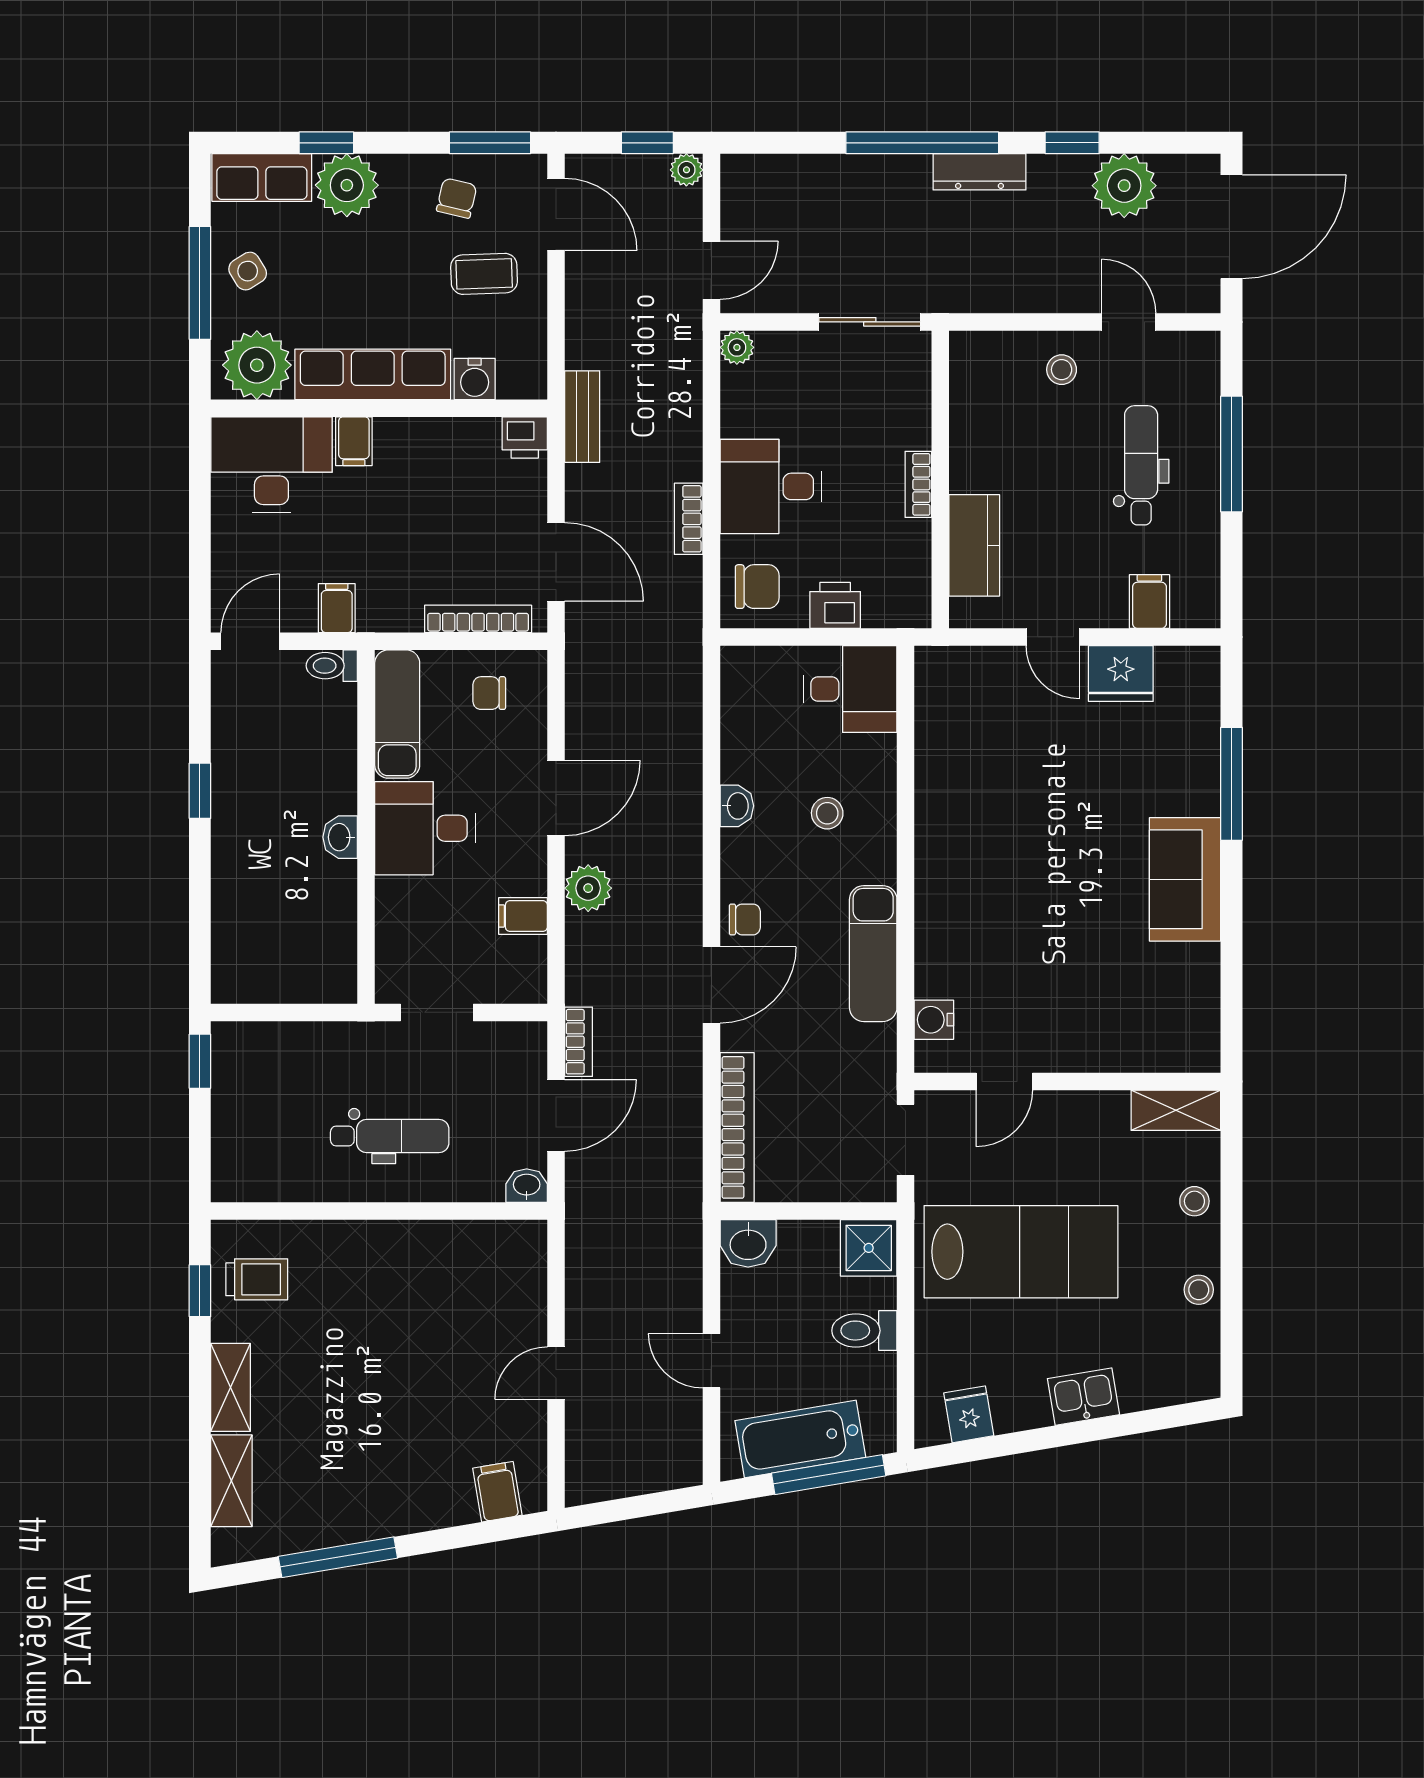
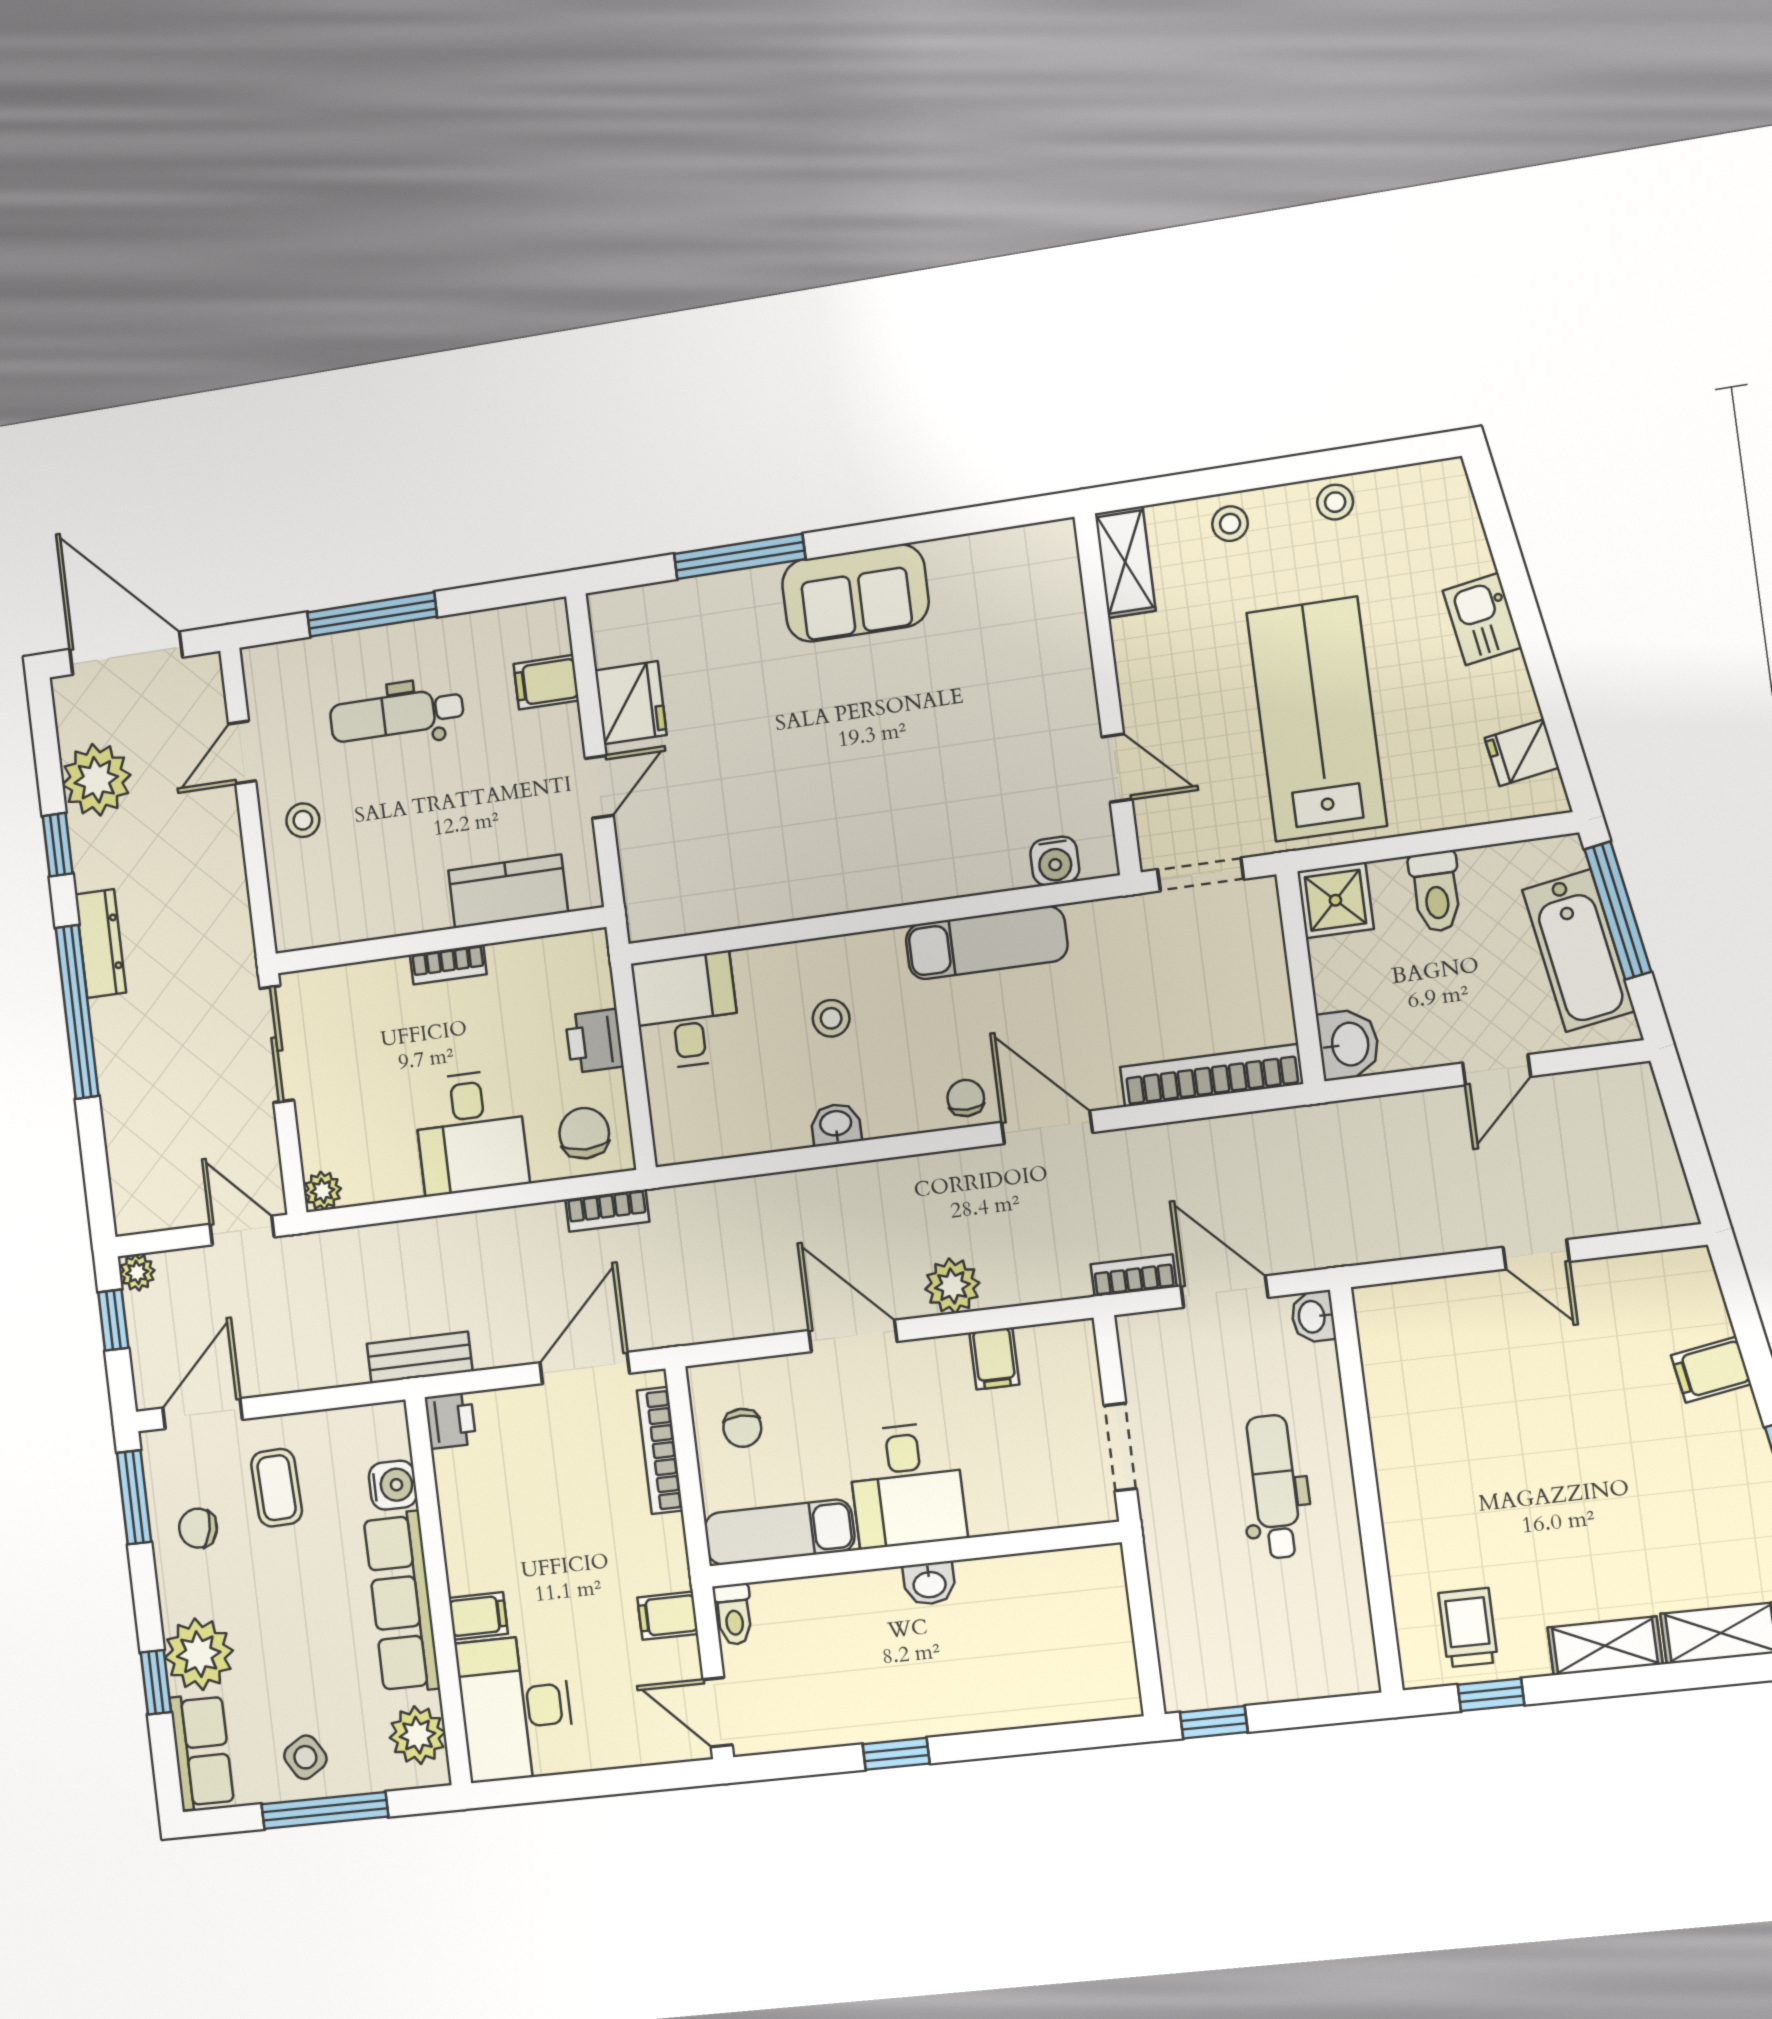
plant: (257, 365) -> (418, 1735), width x0.73, depth x0.73
bookcase: (689, 519) -> (607, 1210), moved
filing cabinet: (497, 1492) -> (1711, 1370), moved

